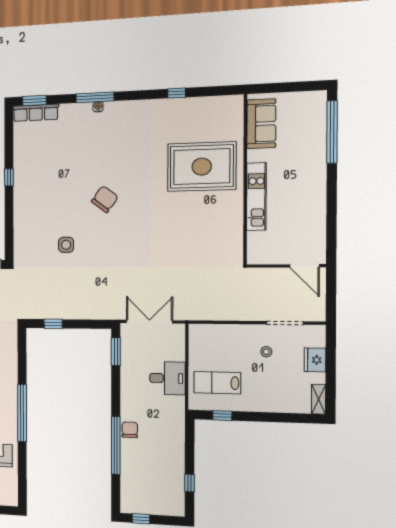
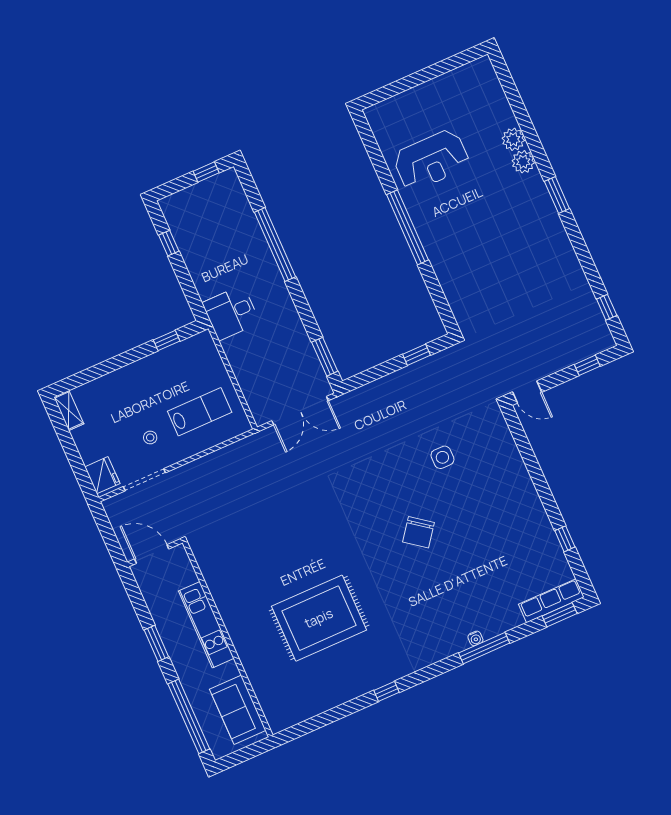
sofa: (261, 124) -> (238, 710), moved
window: (9, 177) -> (565, 539), moved
wall: (245, 180) -> (228, 639), moved
kitchen unit: (256, 197) -> (206, 625), moved
window: (332, 197) -> (156, 643), added
fridge: (315, 360) -> (102, 475), moved
desk: (167, 378) -> (231, 313), moved
lab bench: (217, 383) -> (200, 412), moved
chair: (130, 430) -> (267, 271), removed

